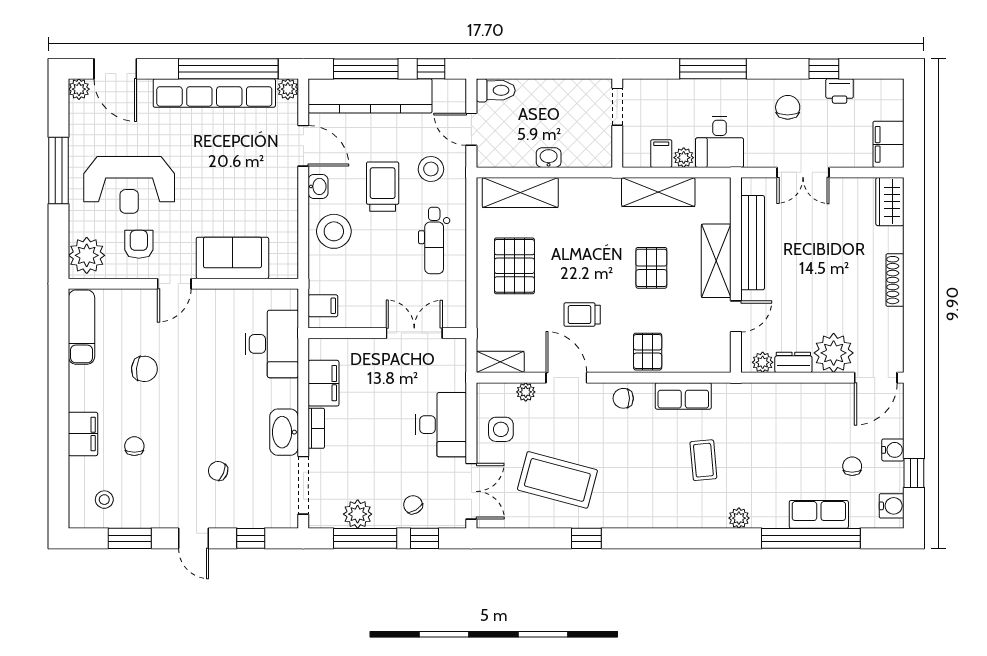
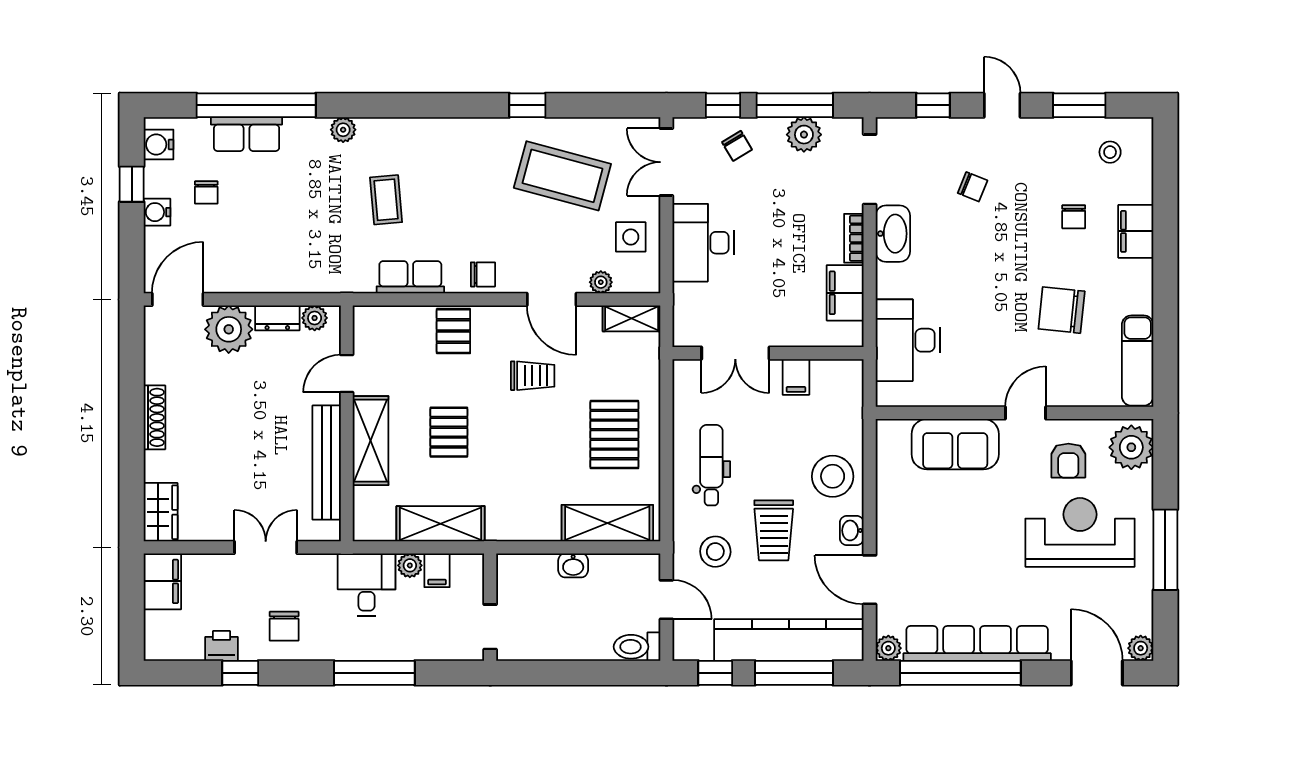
filing cabinet: (323, 306) -> (796, 377), moved, turned -90
chair: (144, 369) -> (1062, 310), width x1.37, depth x1.37

